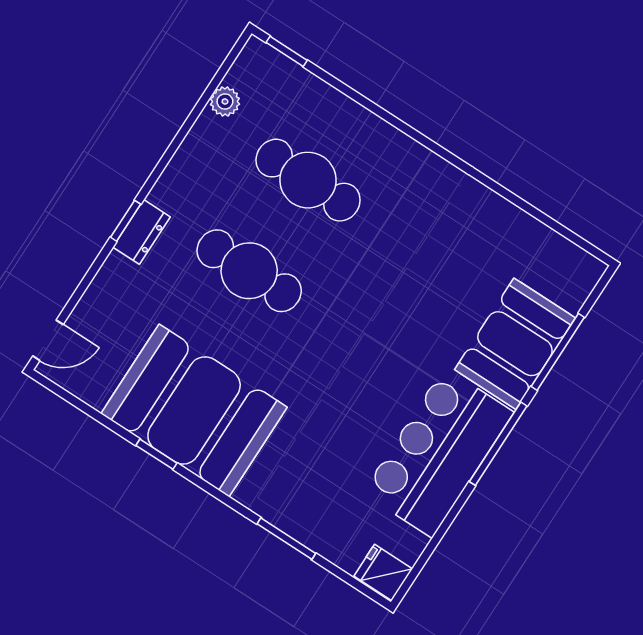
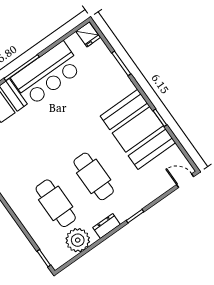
plant: (225, 101) -> (78, 240), width x1.87, depth x1.87
dresser: (142, 232) -> (107, 226), moved

